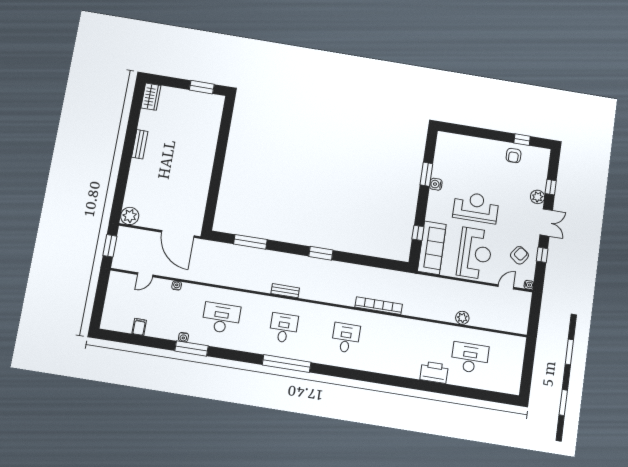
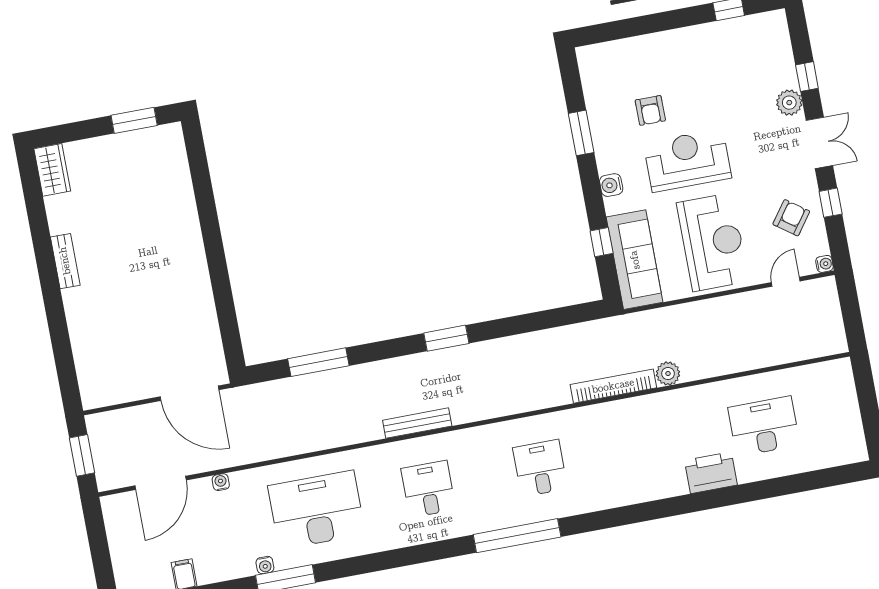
armchair: (514, 155) -> (650, 110), moved
water cooler: (436, 184) -> (611, 185), moved
plant: (130, 216) -> (96, 392), removed
door: (145, 275) -> (161, 483), width x1.87
bench: (285, 291) -> (417, 423), width x1.36
bookcase: (379, 306) -> (613, 386), moved
desk: (221, 318) -> (317, 510), width x1.36, depth x1.30
plant: (462, 318) -> (668, 373), moved
window: (287, 364) -> (517, 536), moved

